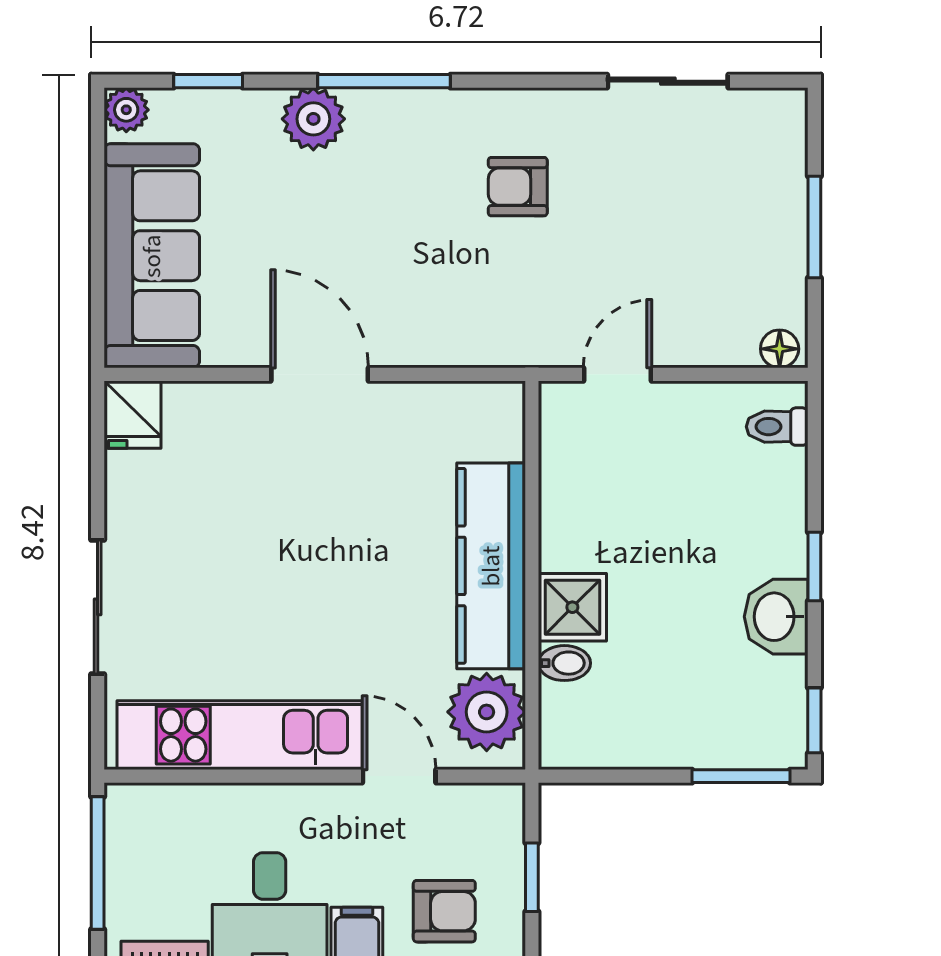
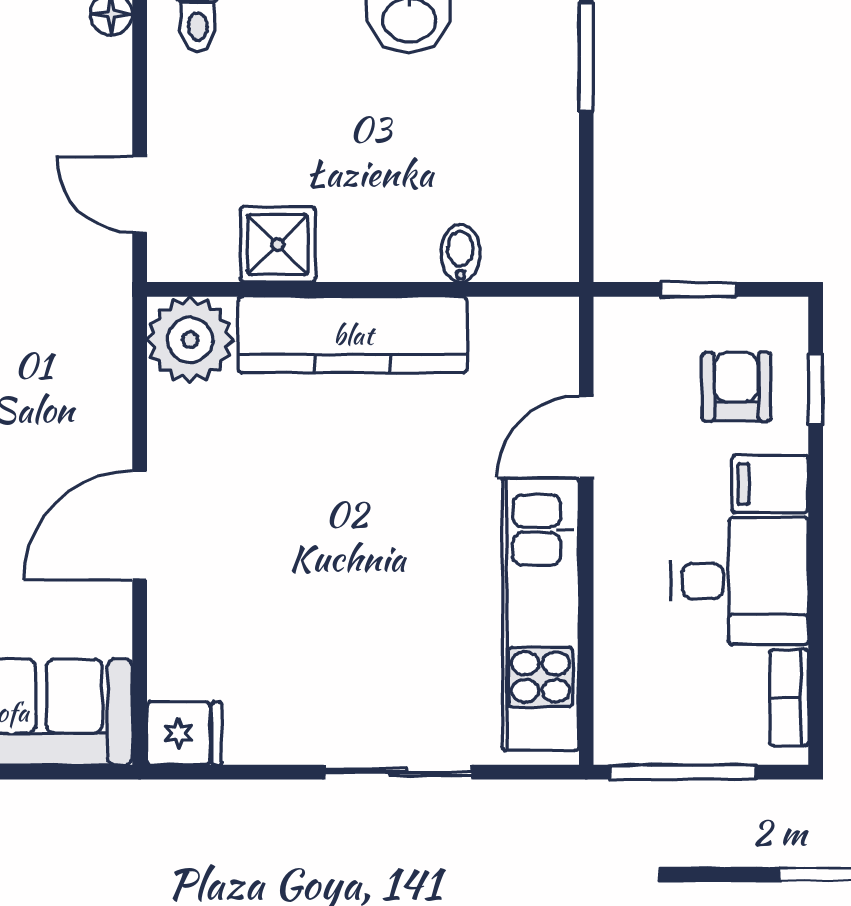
shower: (572, 607) -> (278, 244), moved
plant: (487, 712) -> (190, 340), moved

